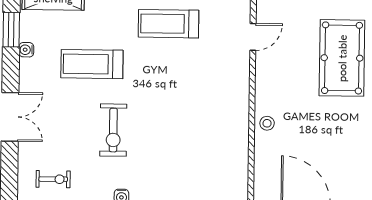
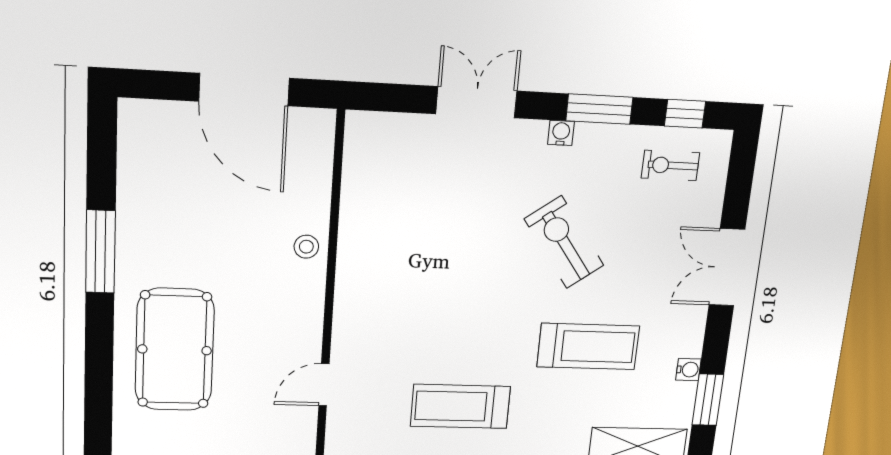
treadmill: (169, 24) -> (460, 406), turned 180
exercise bike: (113, 130) -> (564, 242), turned -36

